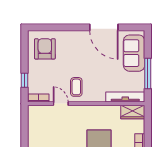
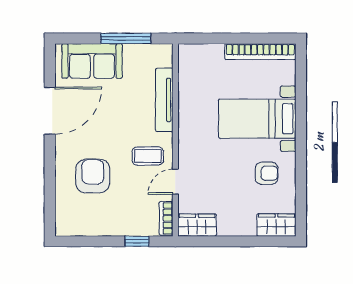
armchair: (45, 49) -> (93, 176), moved, turned 90
tv unit: (125, 97) -> (164, 100), moved
wardrobe: (133, 112) -> (197, 225), moved, turned -90

